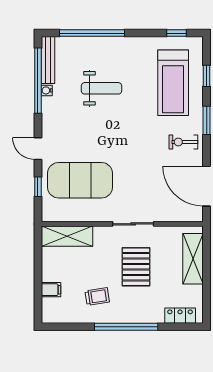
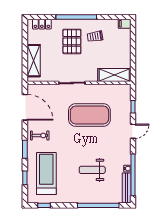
door: (38, 149) -> (133, 131), hinge flipped
exercise mat: (80, 180) -> (89, 115), moved
pallet: (136, 267) -> (72, 41), moved
filing cabinet: (51, 290) -> (125, 24), moved

